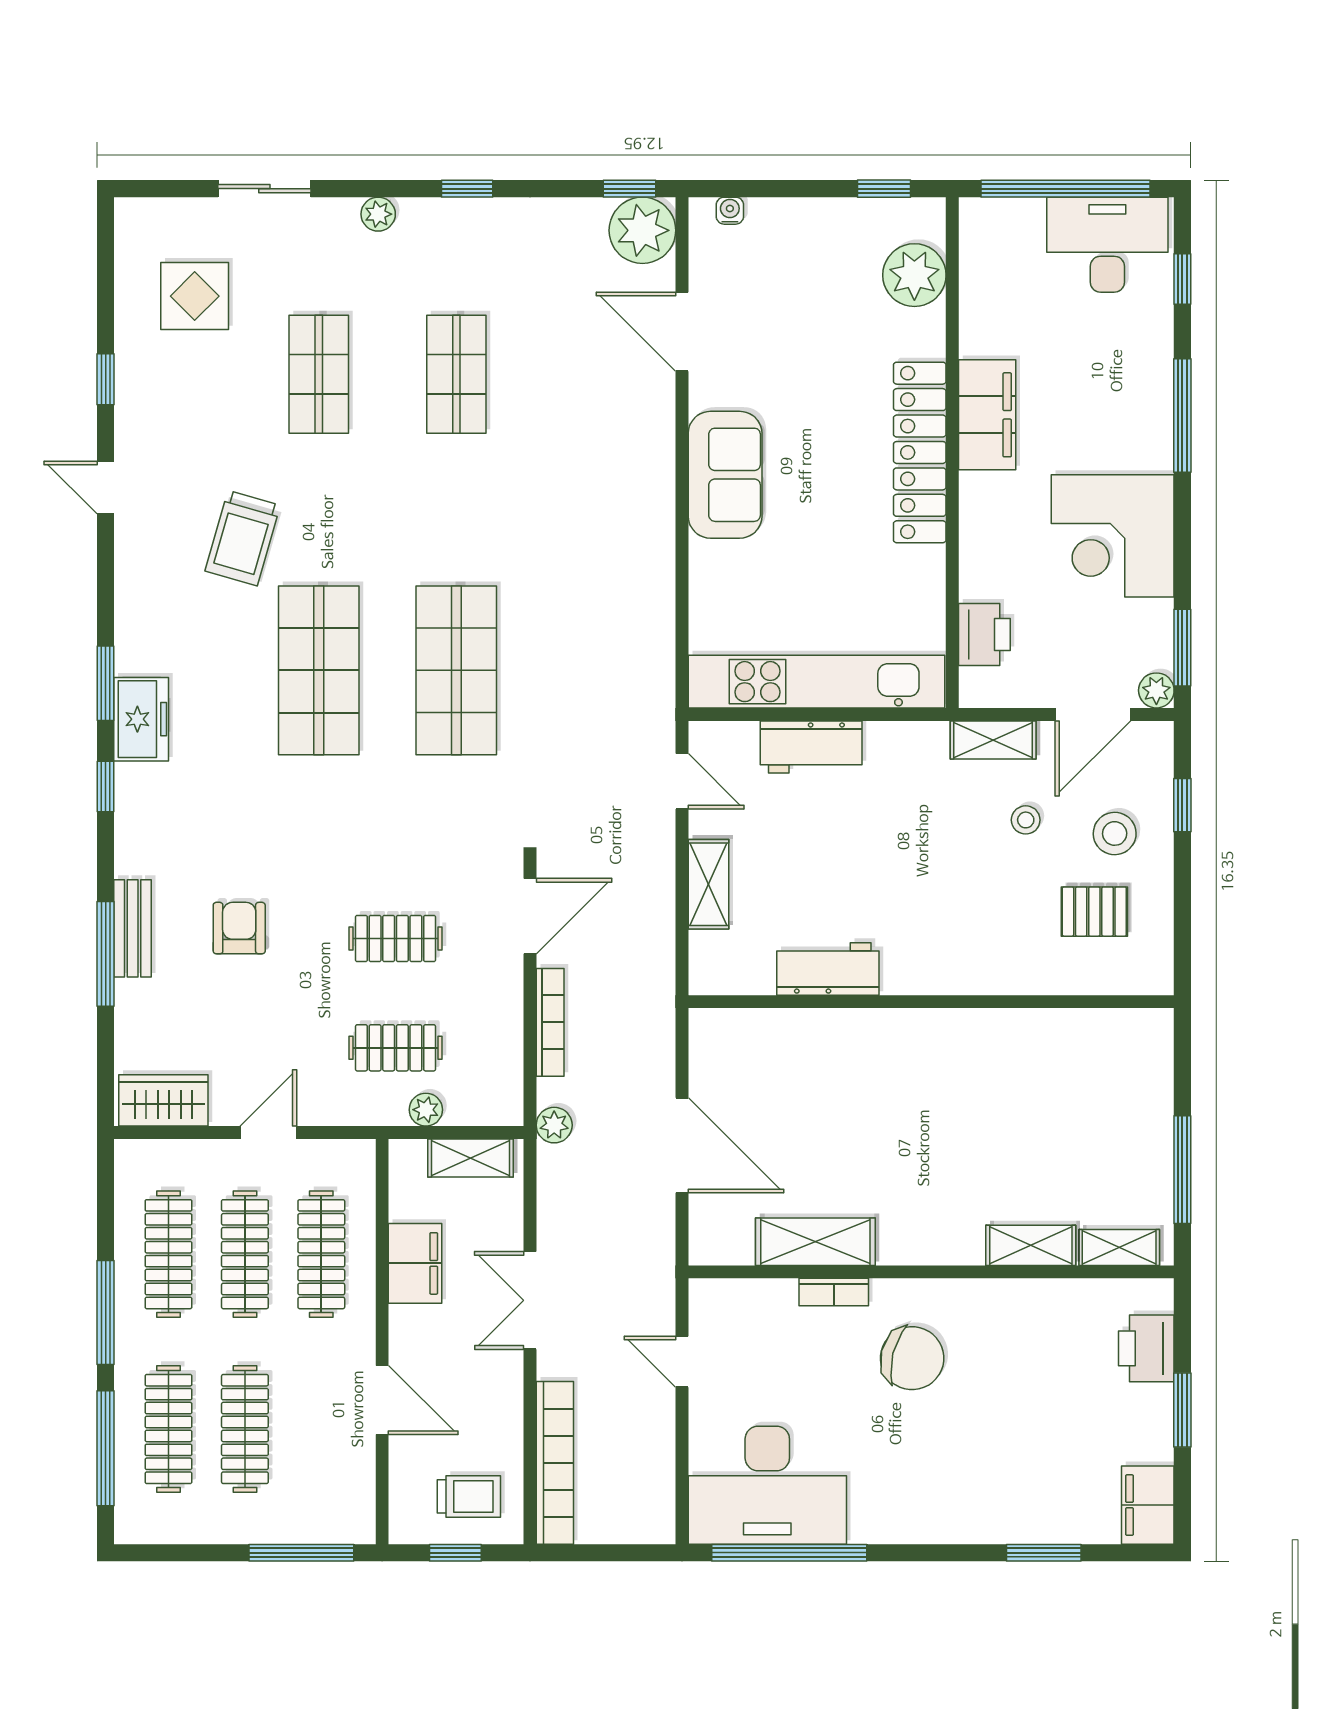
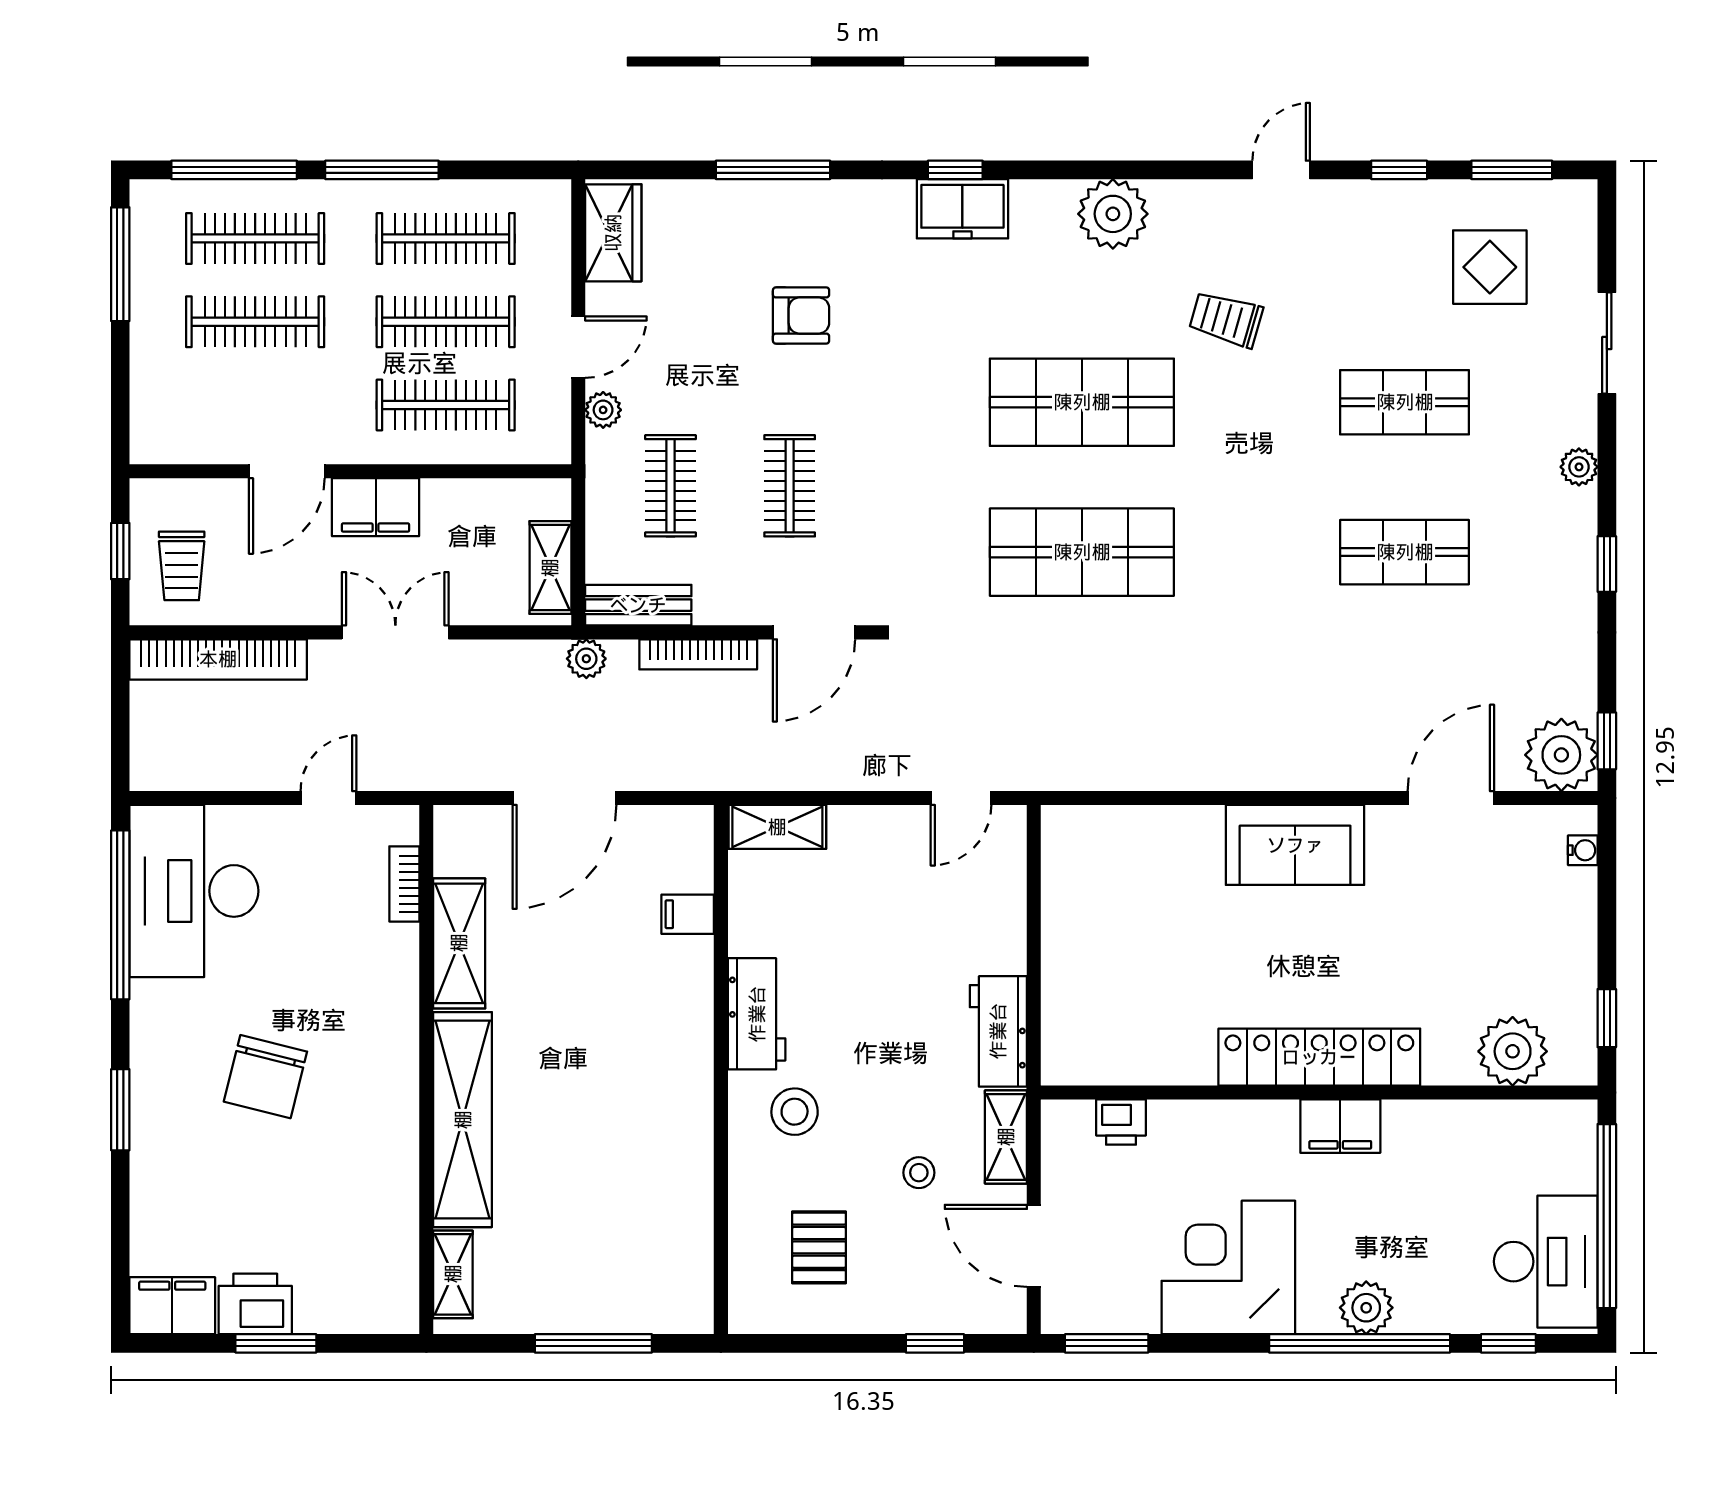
filing cabinet: (987, 415) -> (1340, 1126), width x0.67, depth x0.86
window: (1182, 415) -> (1360, 1343), width x1.46
trolley: (243, 538) -> (1226, 319), width x0.73, depth x0.72
printer: (984, 634) -> (1121, 1122), width x0.73, depth x0.81
plant: (146, 642) -> (1113, 214), added
kitchen unit: (816, 682) -> (1070, 945), removed
window: (106, 683) -> (1512, 170), moved
plant: (1156, 690) -> (1366, 1308), moved, width x1.38, depth x1.38
freezer: (141, 719) -> (962, 209), moved
workbench: (811, 747) -> (998, 1031), moved
stool: (1115, 833) -> (795, 1112), moved
shelving: (708, 884) -> (777, 827), moved
door: (530, 916) -> (814, 632), hinge flipped
bench: (133, 928) -> (638, 605), moved
workbench: (828, 969) -> (757, 1014), moved
filing cabinet: (789, 1032) -> (688, 914), added
plant: (426, 1110) -> (603, 410), moved
door: (268, 1133) -> (578, 347), hinge flipped
window: (1182, 1170) -> (593, 1343), moved
shelving: (1031, 1245) -> (463, 1120), width x2.20, depth x1.33
filing cabinet: (415, 1263) -> (376, 507), moved
bookcase: (834, 1292) -> (404, 884), moved
printer: (1146, 1348) -> (255, 1304), moved
chair: (912, 1358) -> (265, 1077), moved
window: (301, 1553) -> (120, 264), moved
window: (1044, 1553) -> (120, 1110), moved

